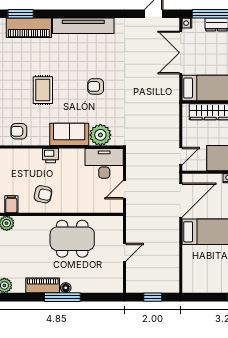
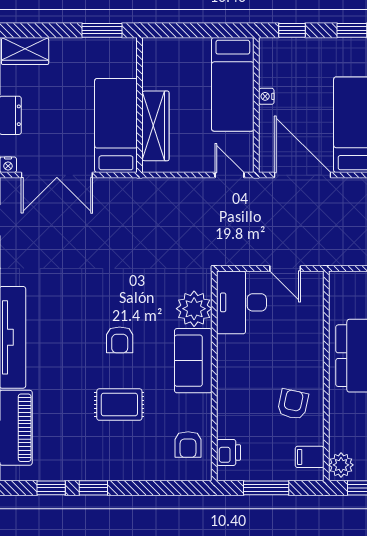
armchair: (96, 86) -> (120, 340), moved
printer: (51, 156) -> (229, 452), moved

